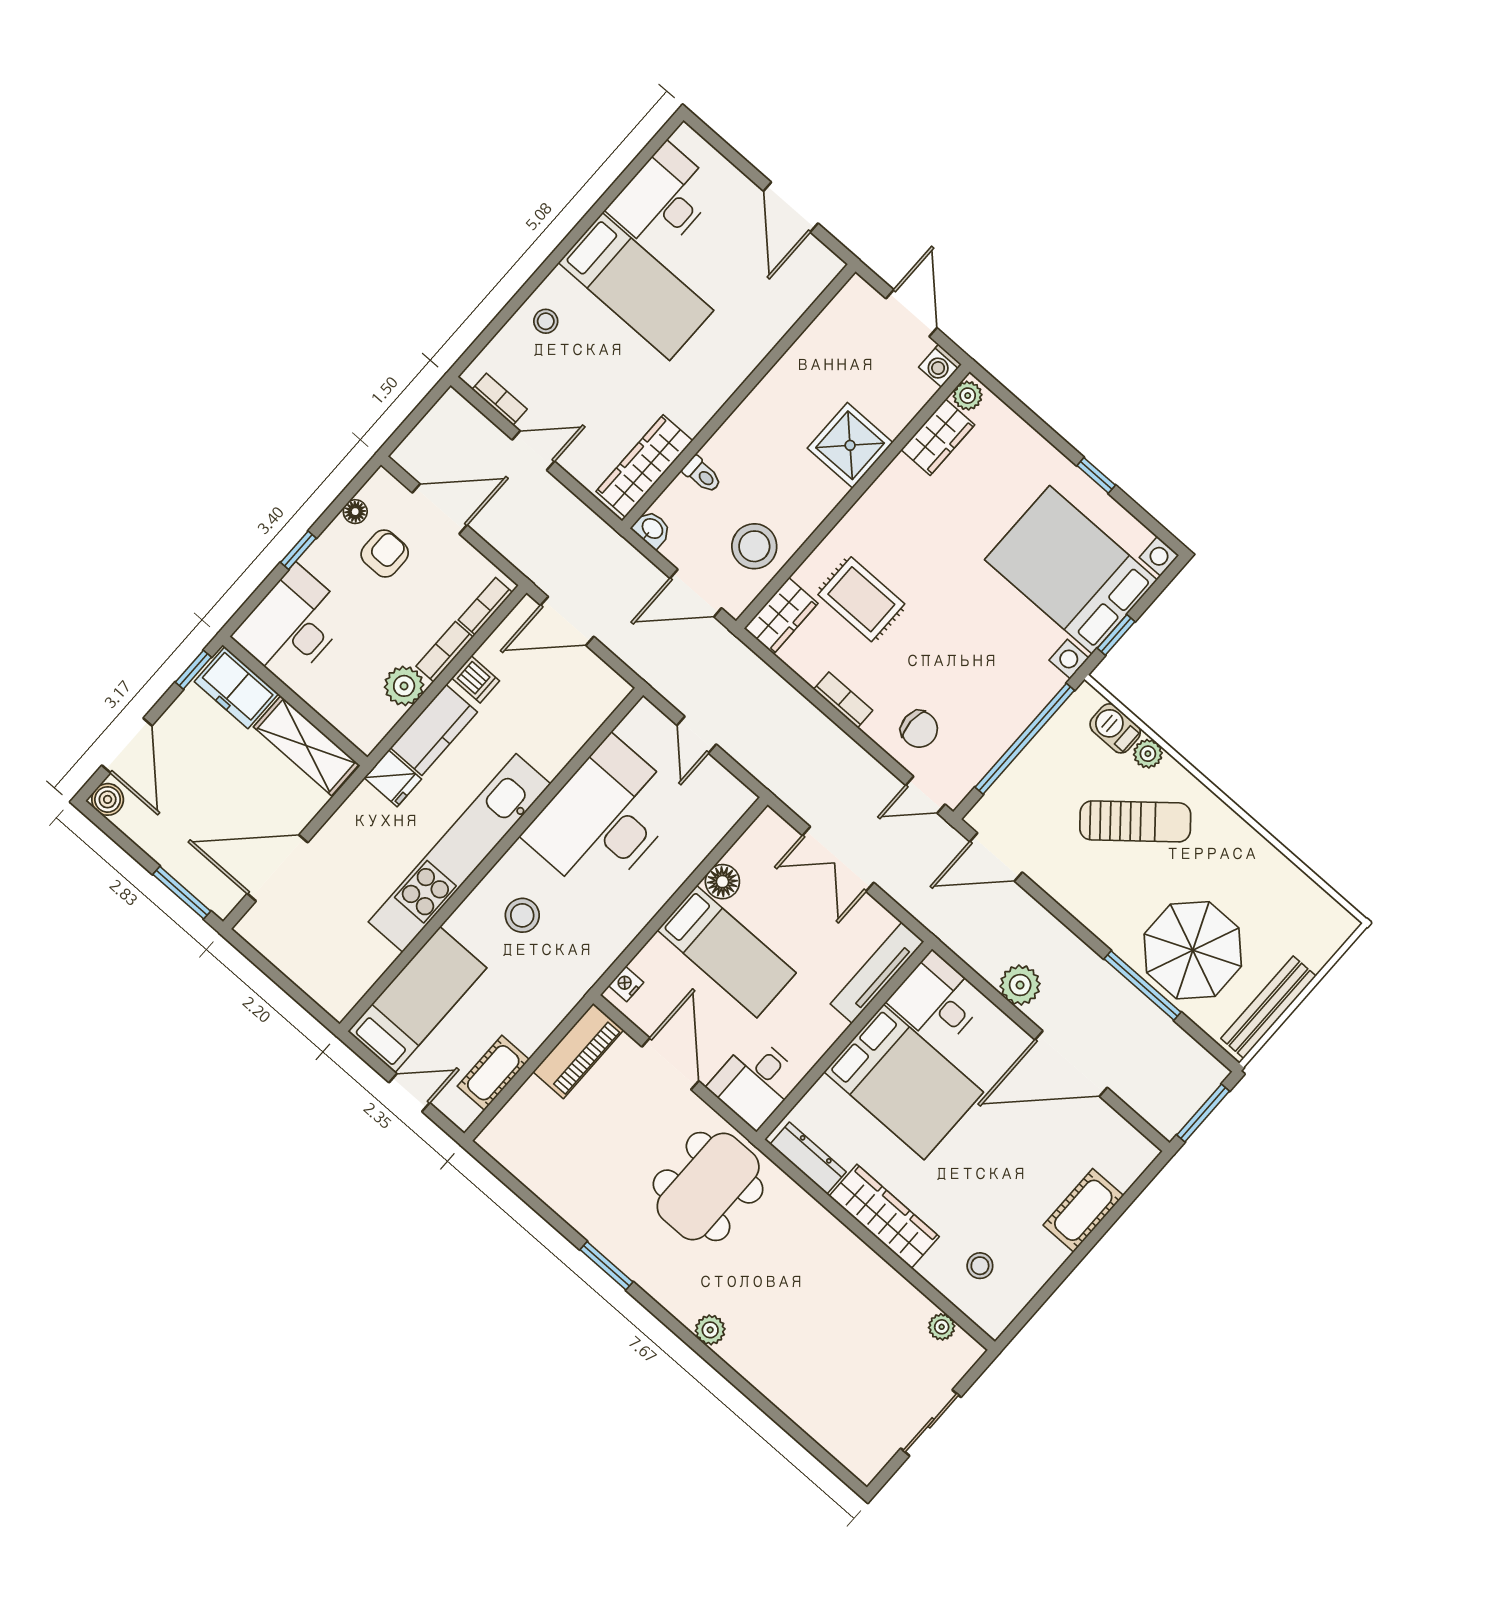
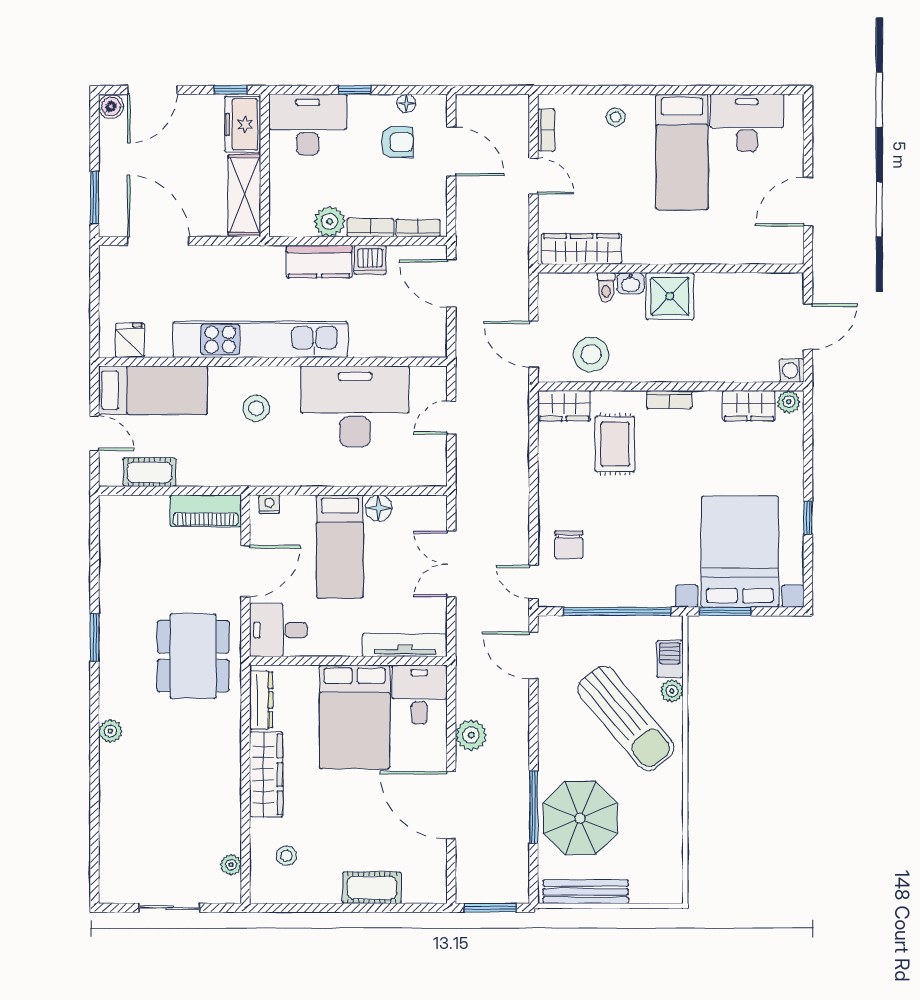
shower: (850, 445) -> (670, 296), moved
washbasin: (652, 529) -> (631, 283), moved, turned 90
window: (1116, 635) -> (725, 611), width x1.50
dishwasher: (476, 679) -> (370, 260), width x1.38
bookcase: (843, 700) -> (669, 400), moved, turned 90
fridge: (393, 778) -> (130, 340), moved, turned 180
sun lounger: (1135, 821) -> (626, 718), width x1.36, depth x1.34
dining table: (708, 1187) -> (193, 656), turned 90

